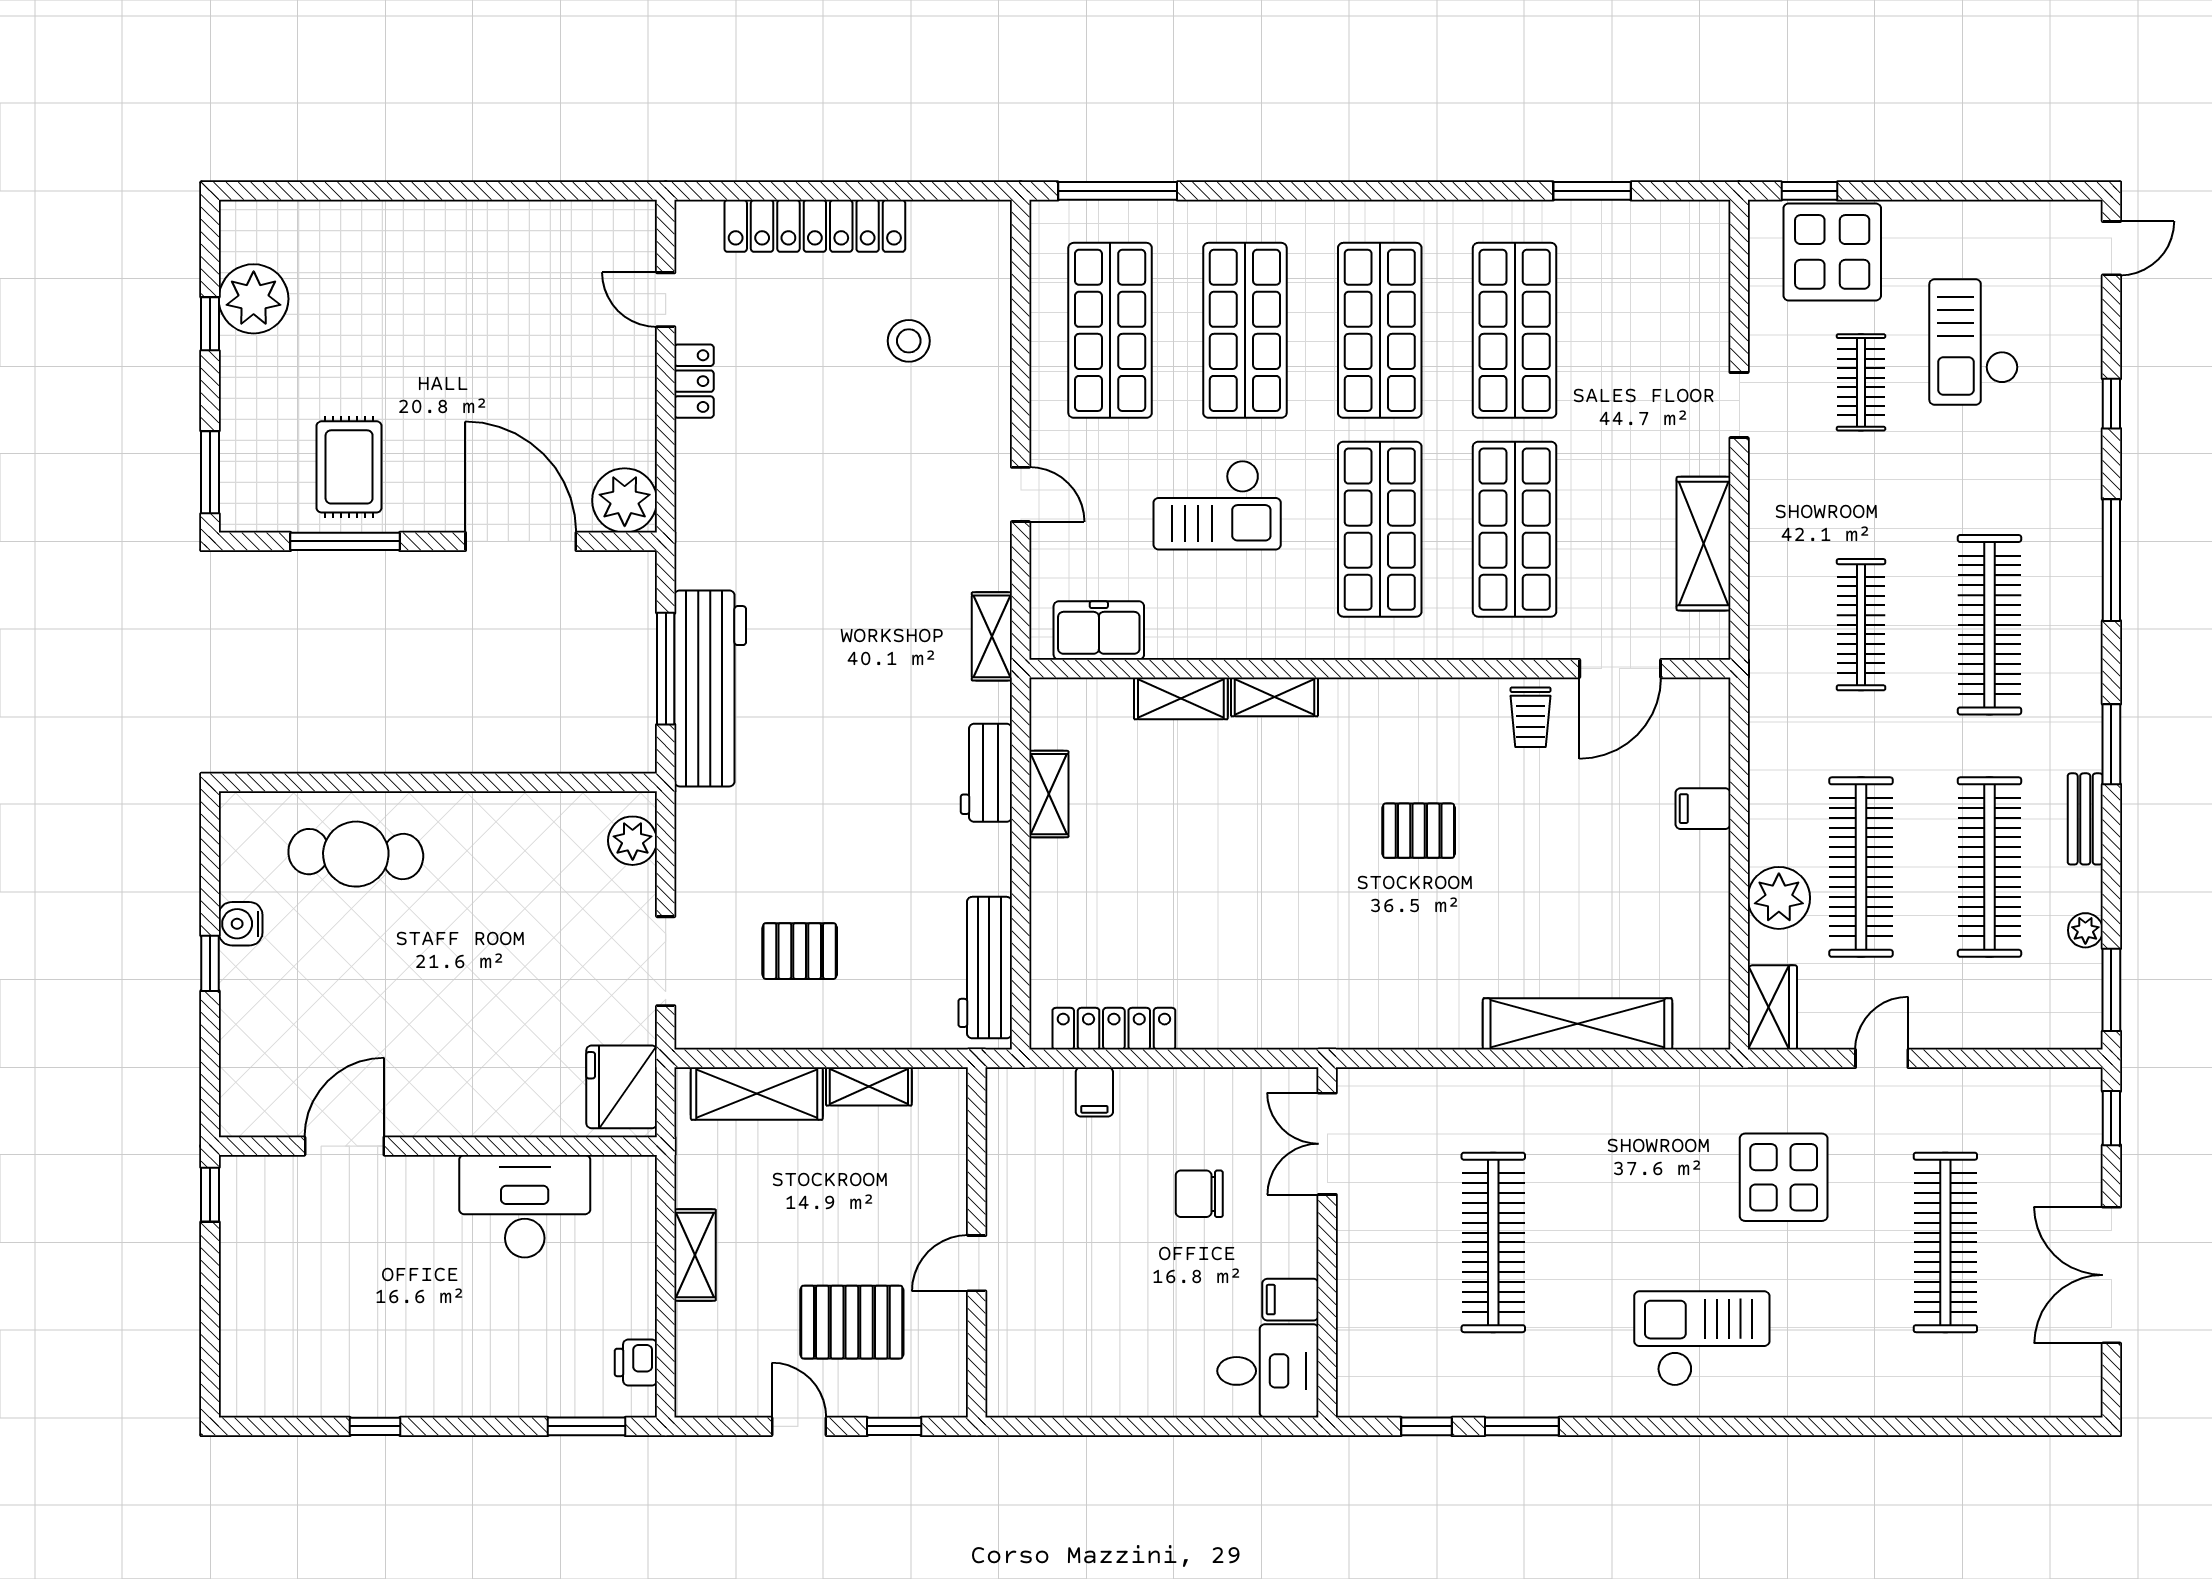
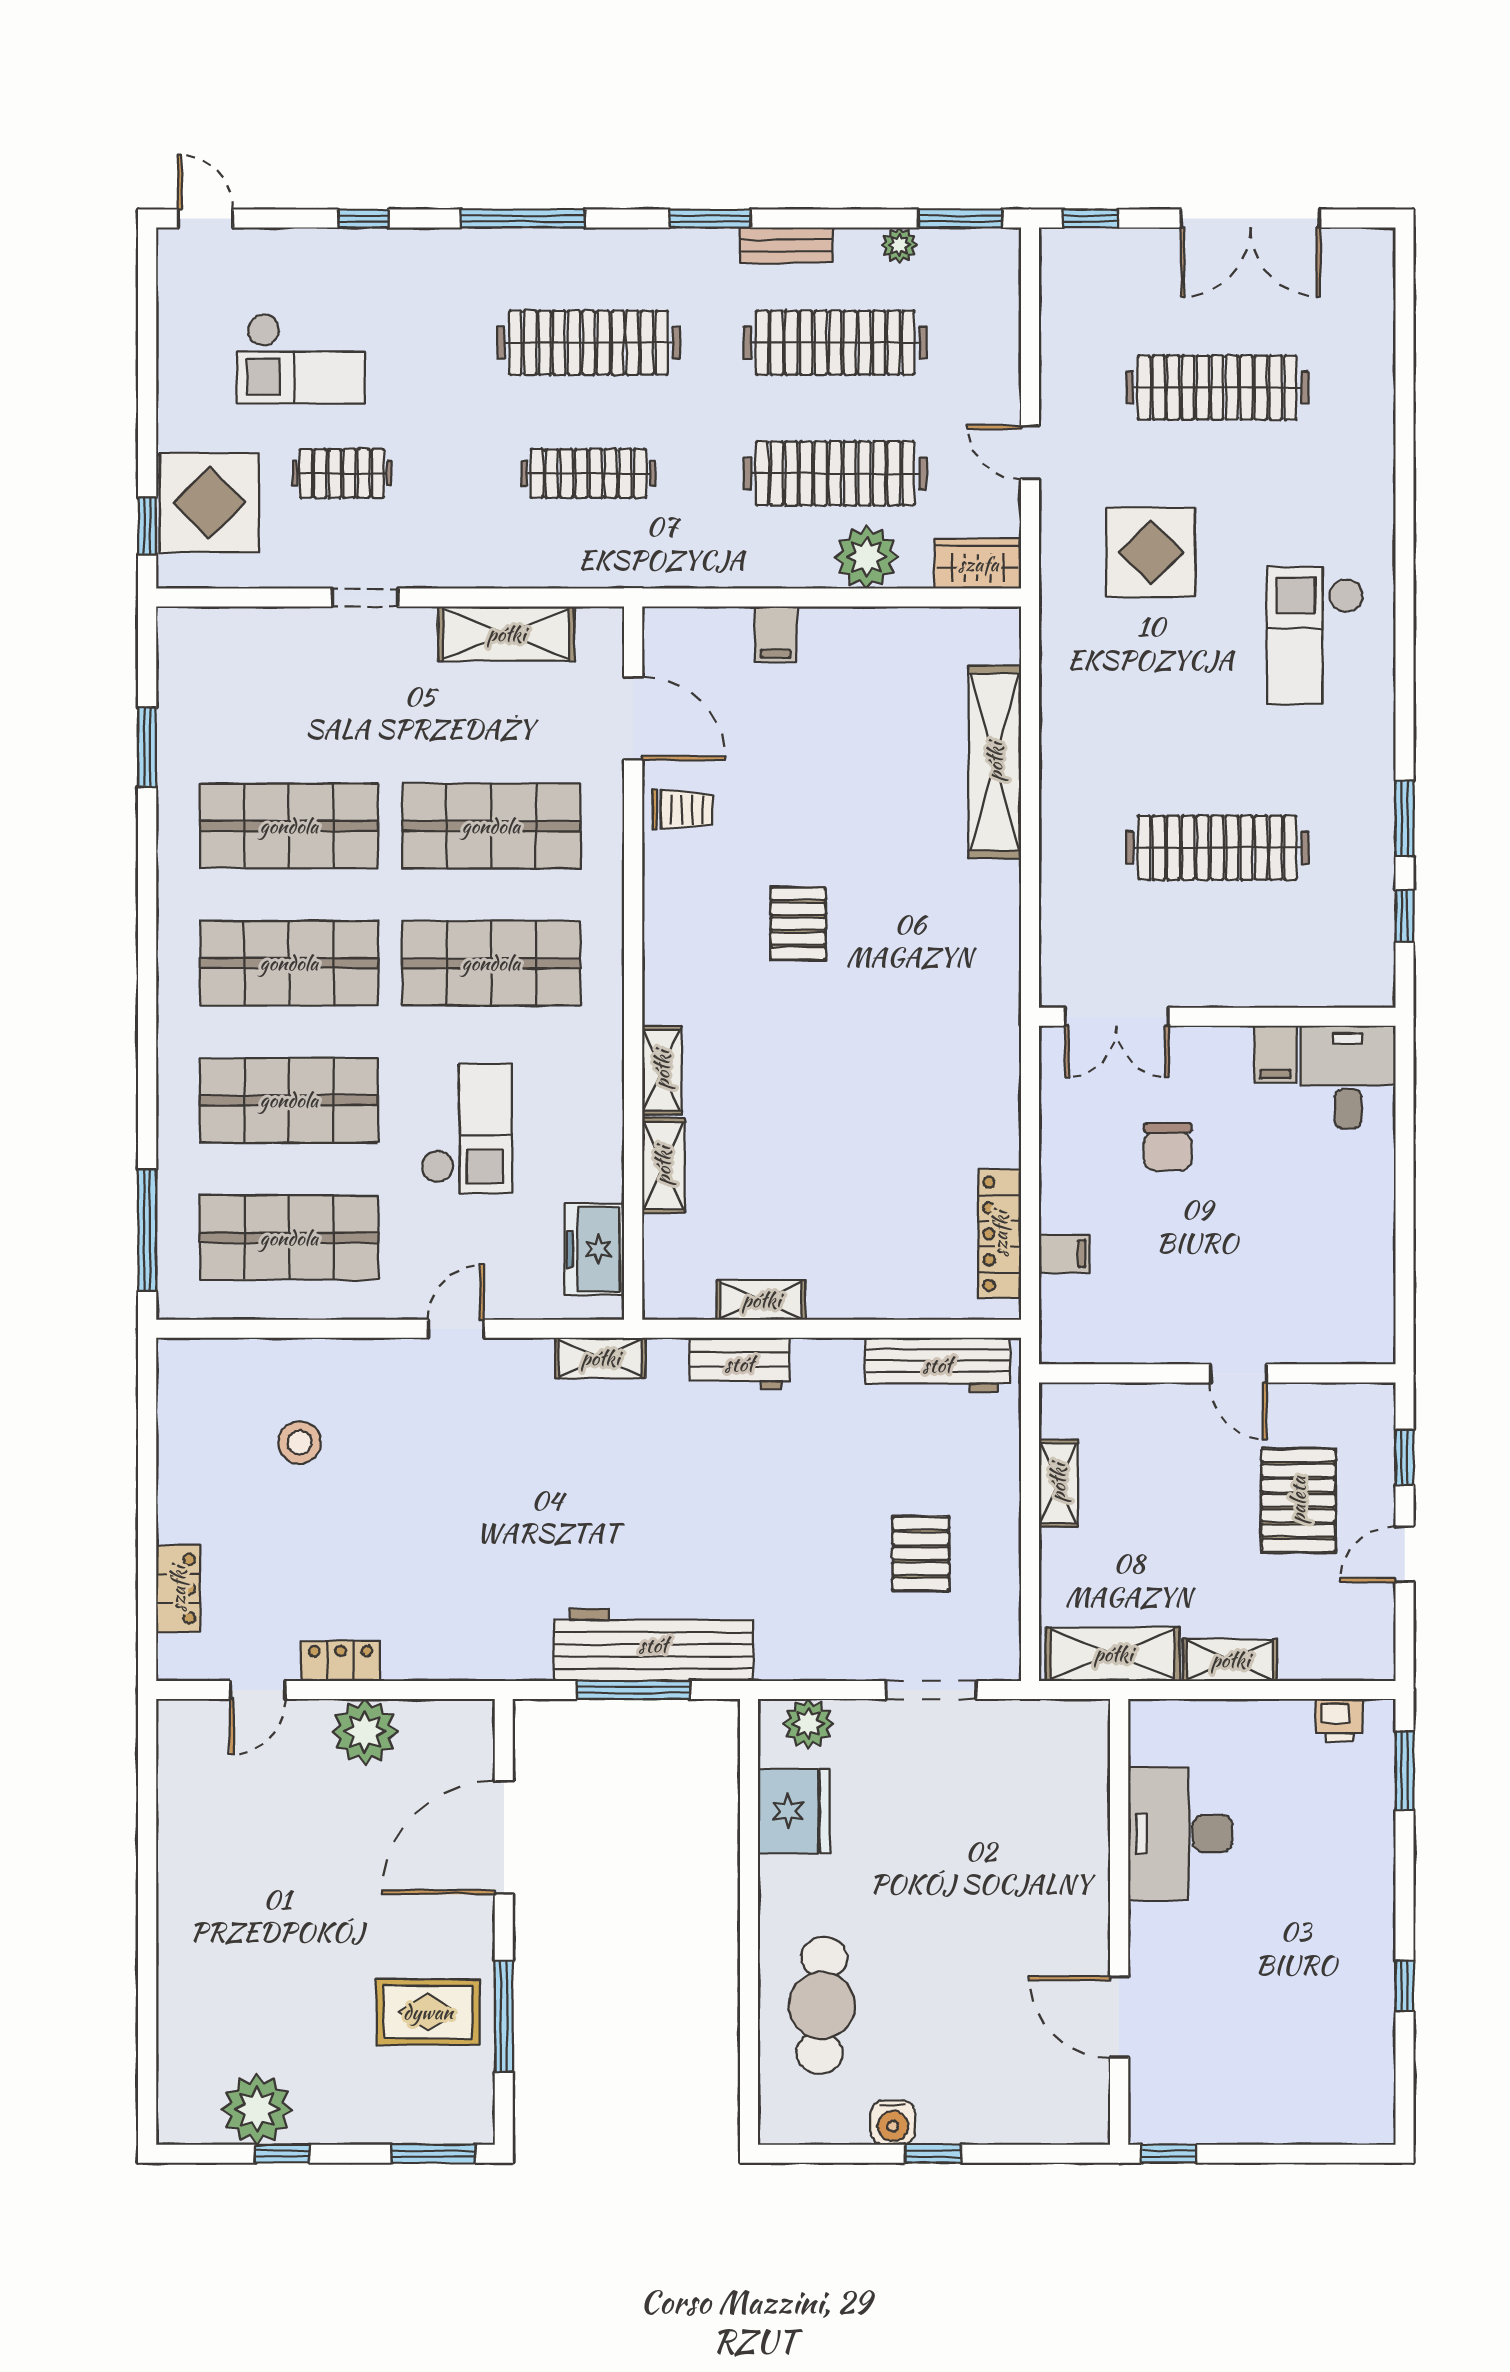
locker: (815, 226) -> (178, 1589), width x0.46, depth x0.83
plant: (625, 500) -> (365, 1732), moved
fridge: (622, 1087) -> (794, 1811), moved, turned -90
shelving: (757, 1094) -> (1113, 1654), moved, turned 90

